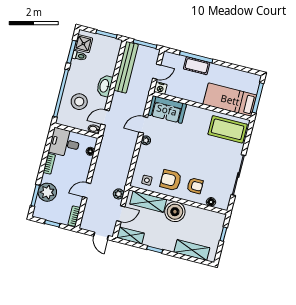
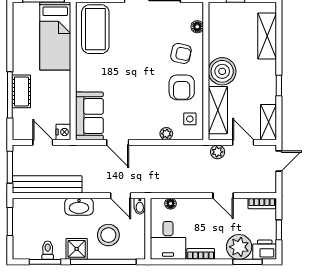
shower: (83, 44) -> (77, 249), moved
plant: (146, 140) -> (166, 134), moved
armchair: (195, 186) -> (181, 53), turned 102
printer: (41, 210) -> (265, 250), added

